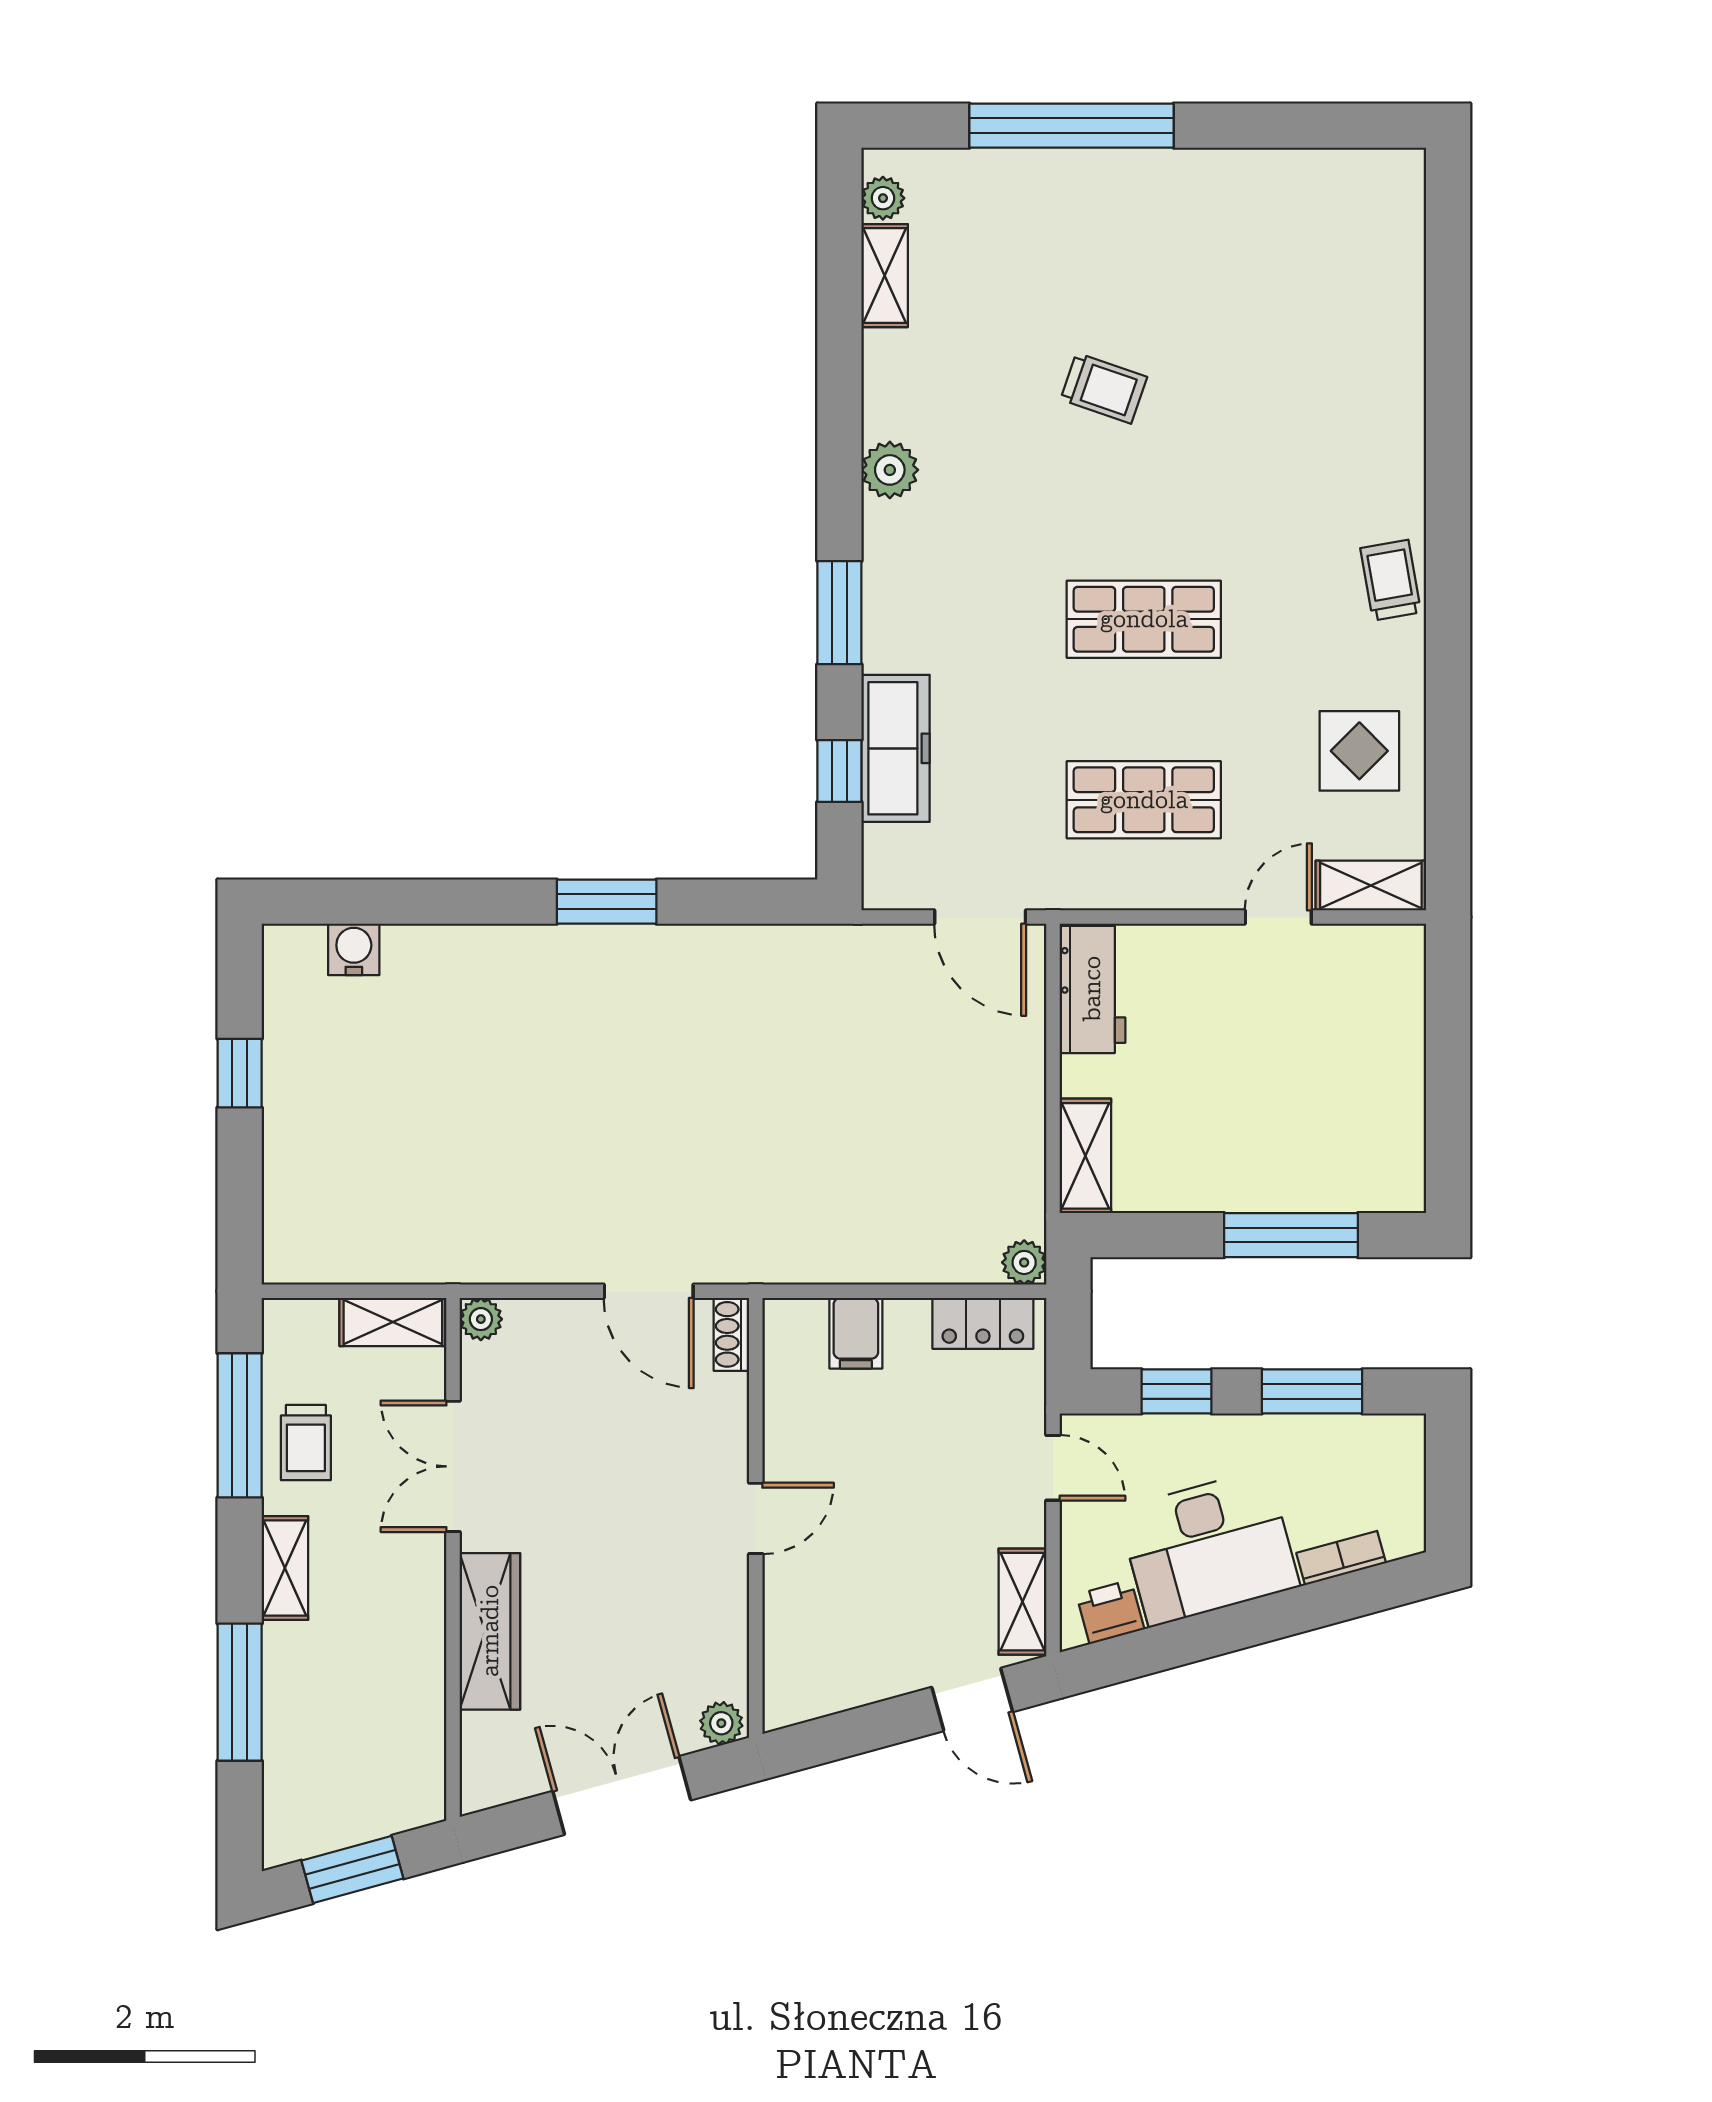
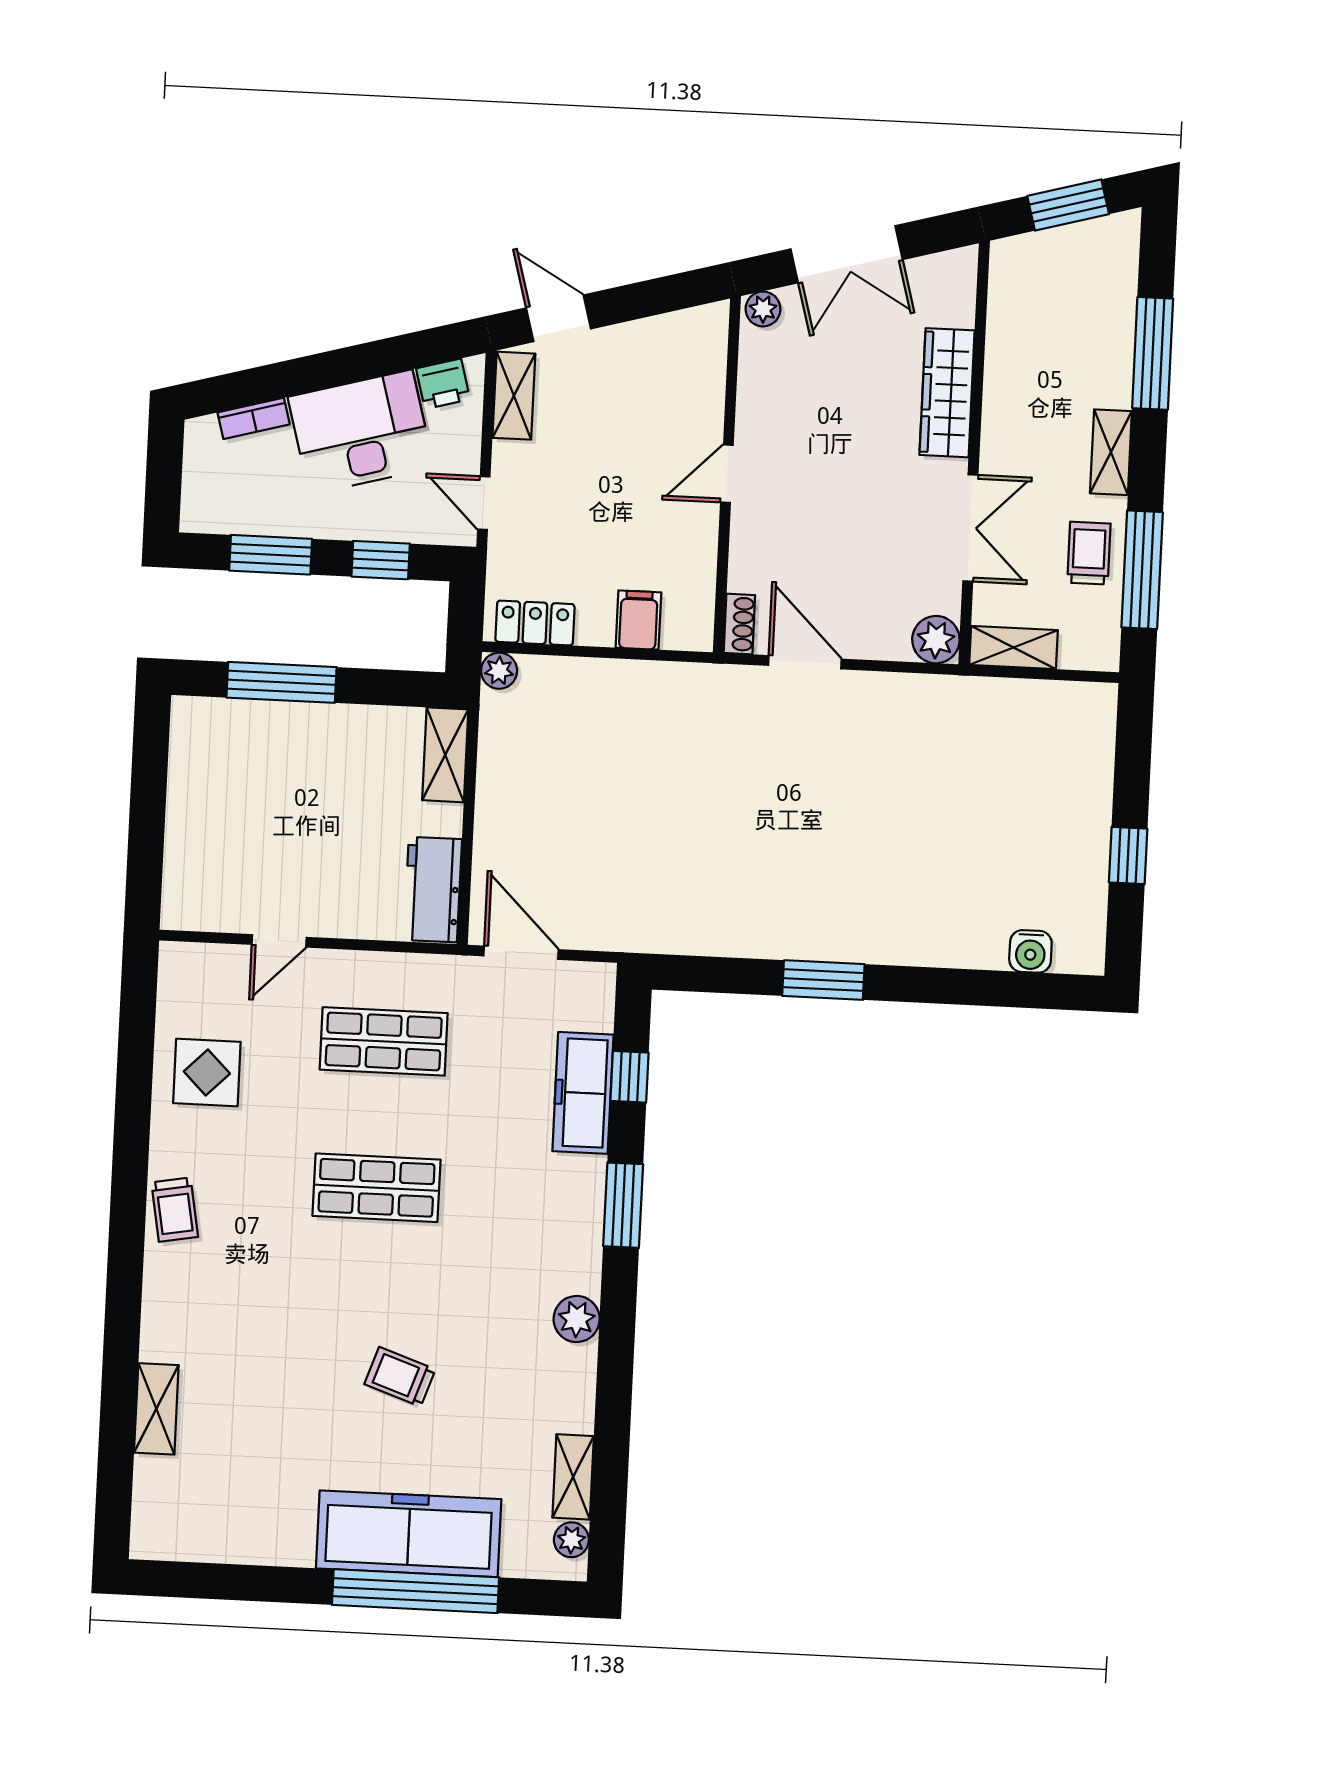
freezer: (1083, 196) -> (409, 1534), added
shelving: (1371, 886) -> (156, 1409), moved, turned 90
plant: (481, 1319) -> (936, 640), width x1.38, depth x1.38

